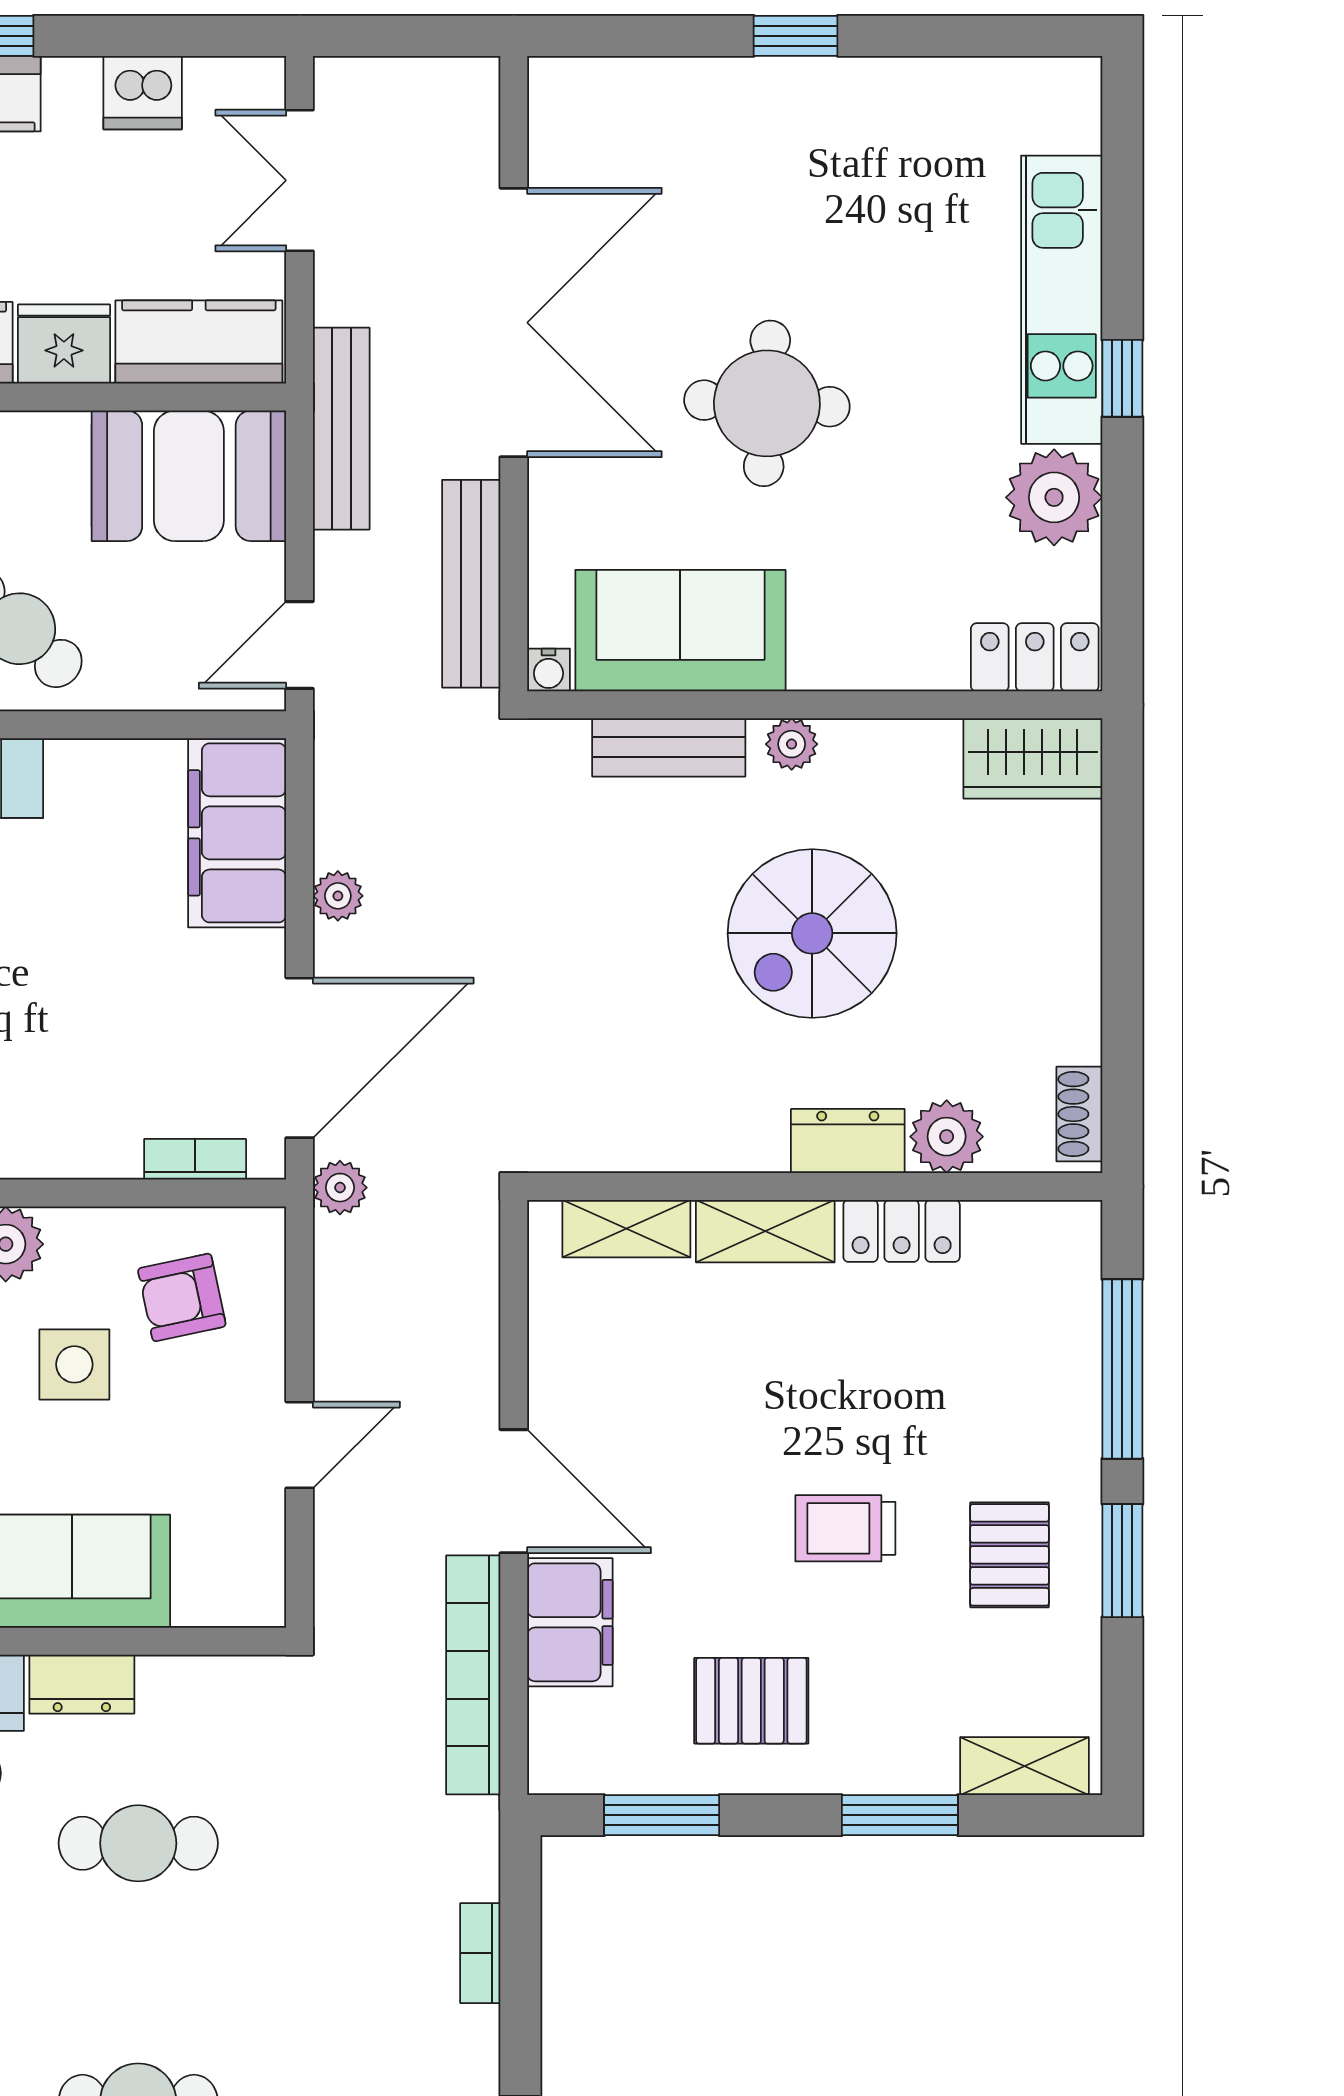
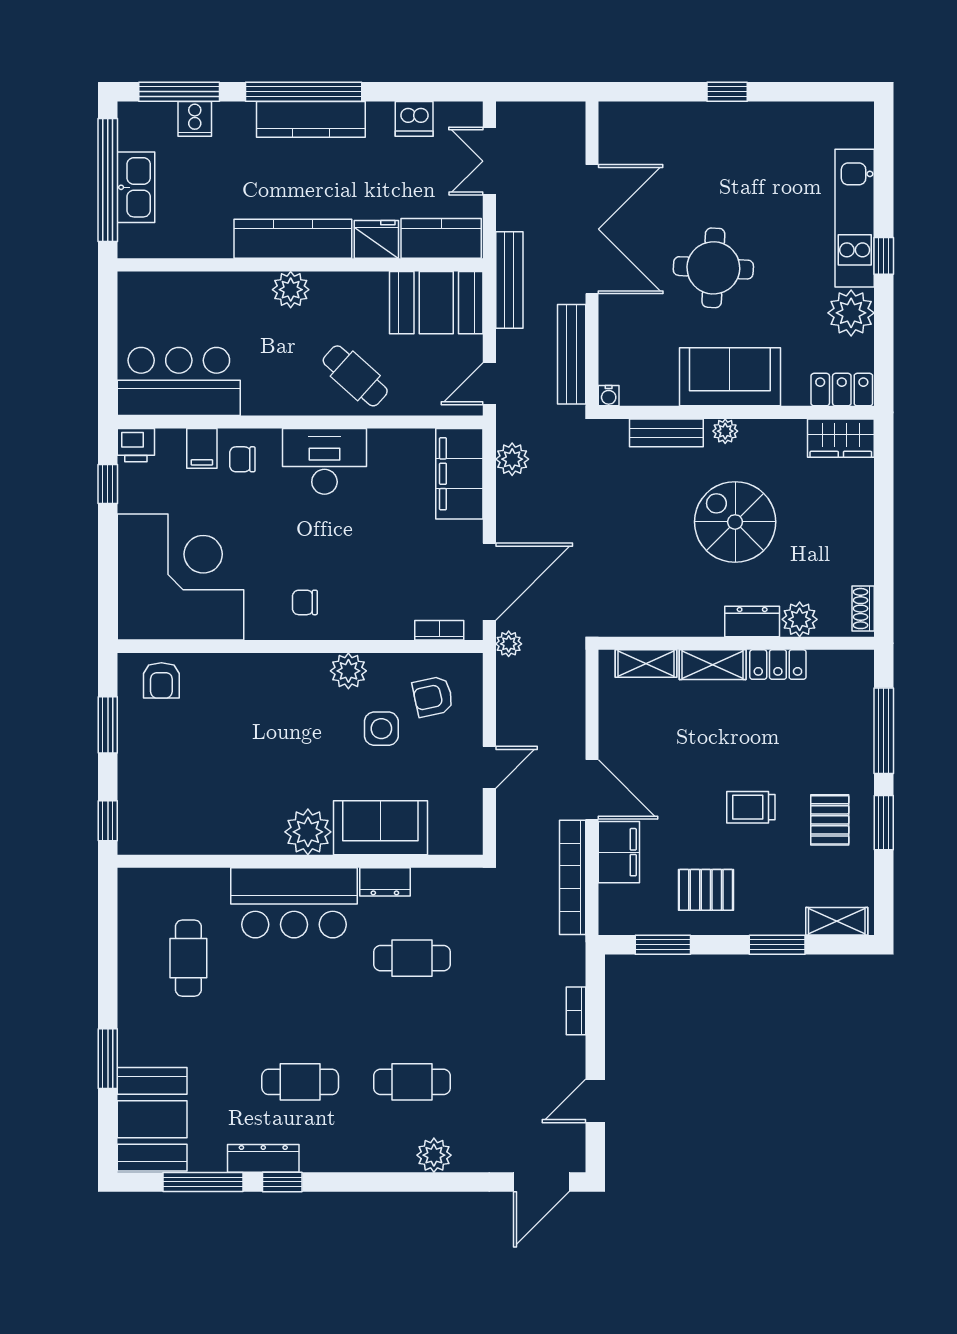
sofa: (680, 631) -> (730, 377), moved
plant: (338, 896) -> (512, 459), moved, width x1.38, depth x1.38
spiral stairs: (812, 933) -> (735, 522), turned 90

